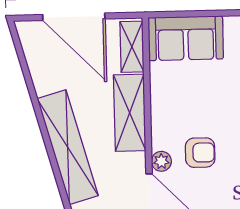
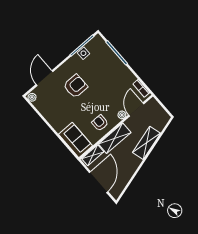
shelving: (68, 147) -> (147, 143), width x0.68
armchair: (200, 153) -> (100, 123), moved

